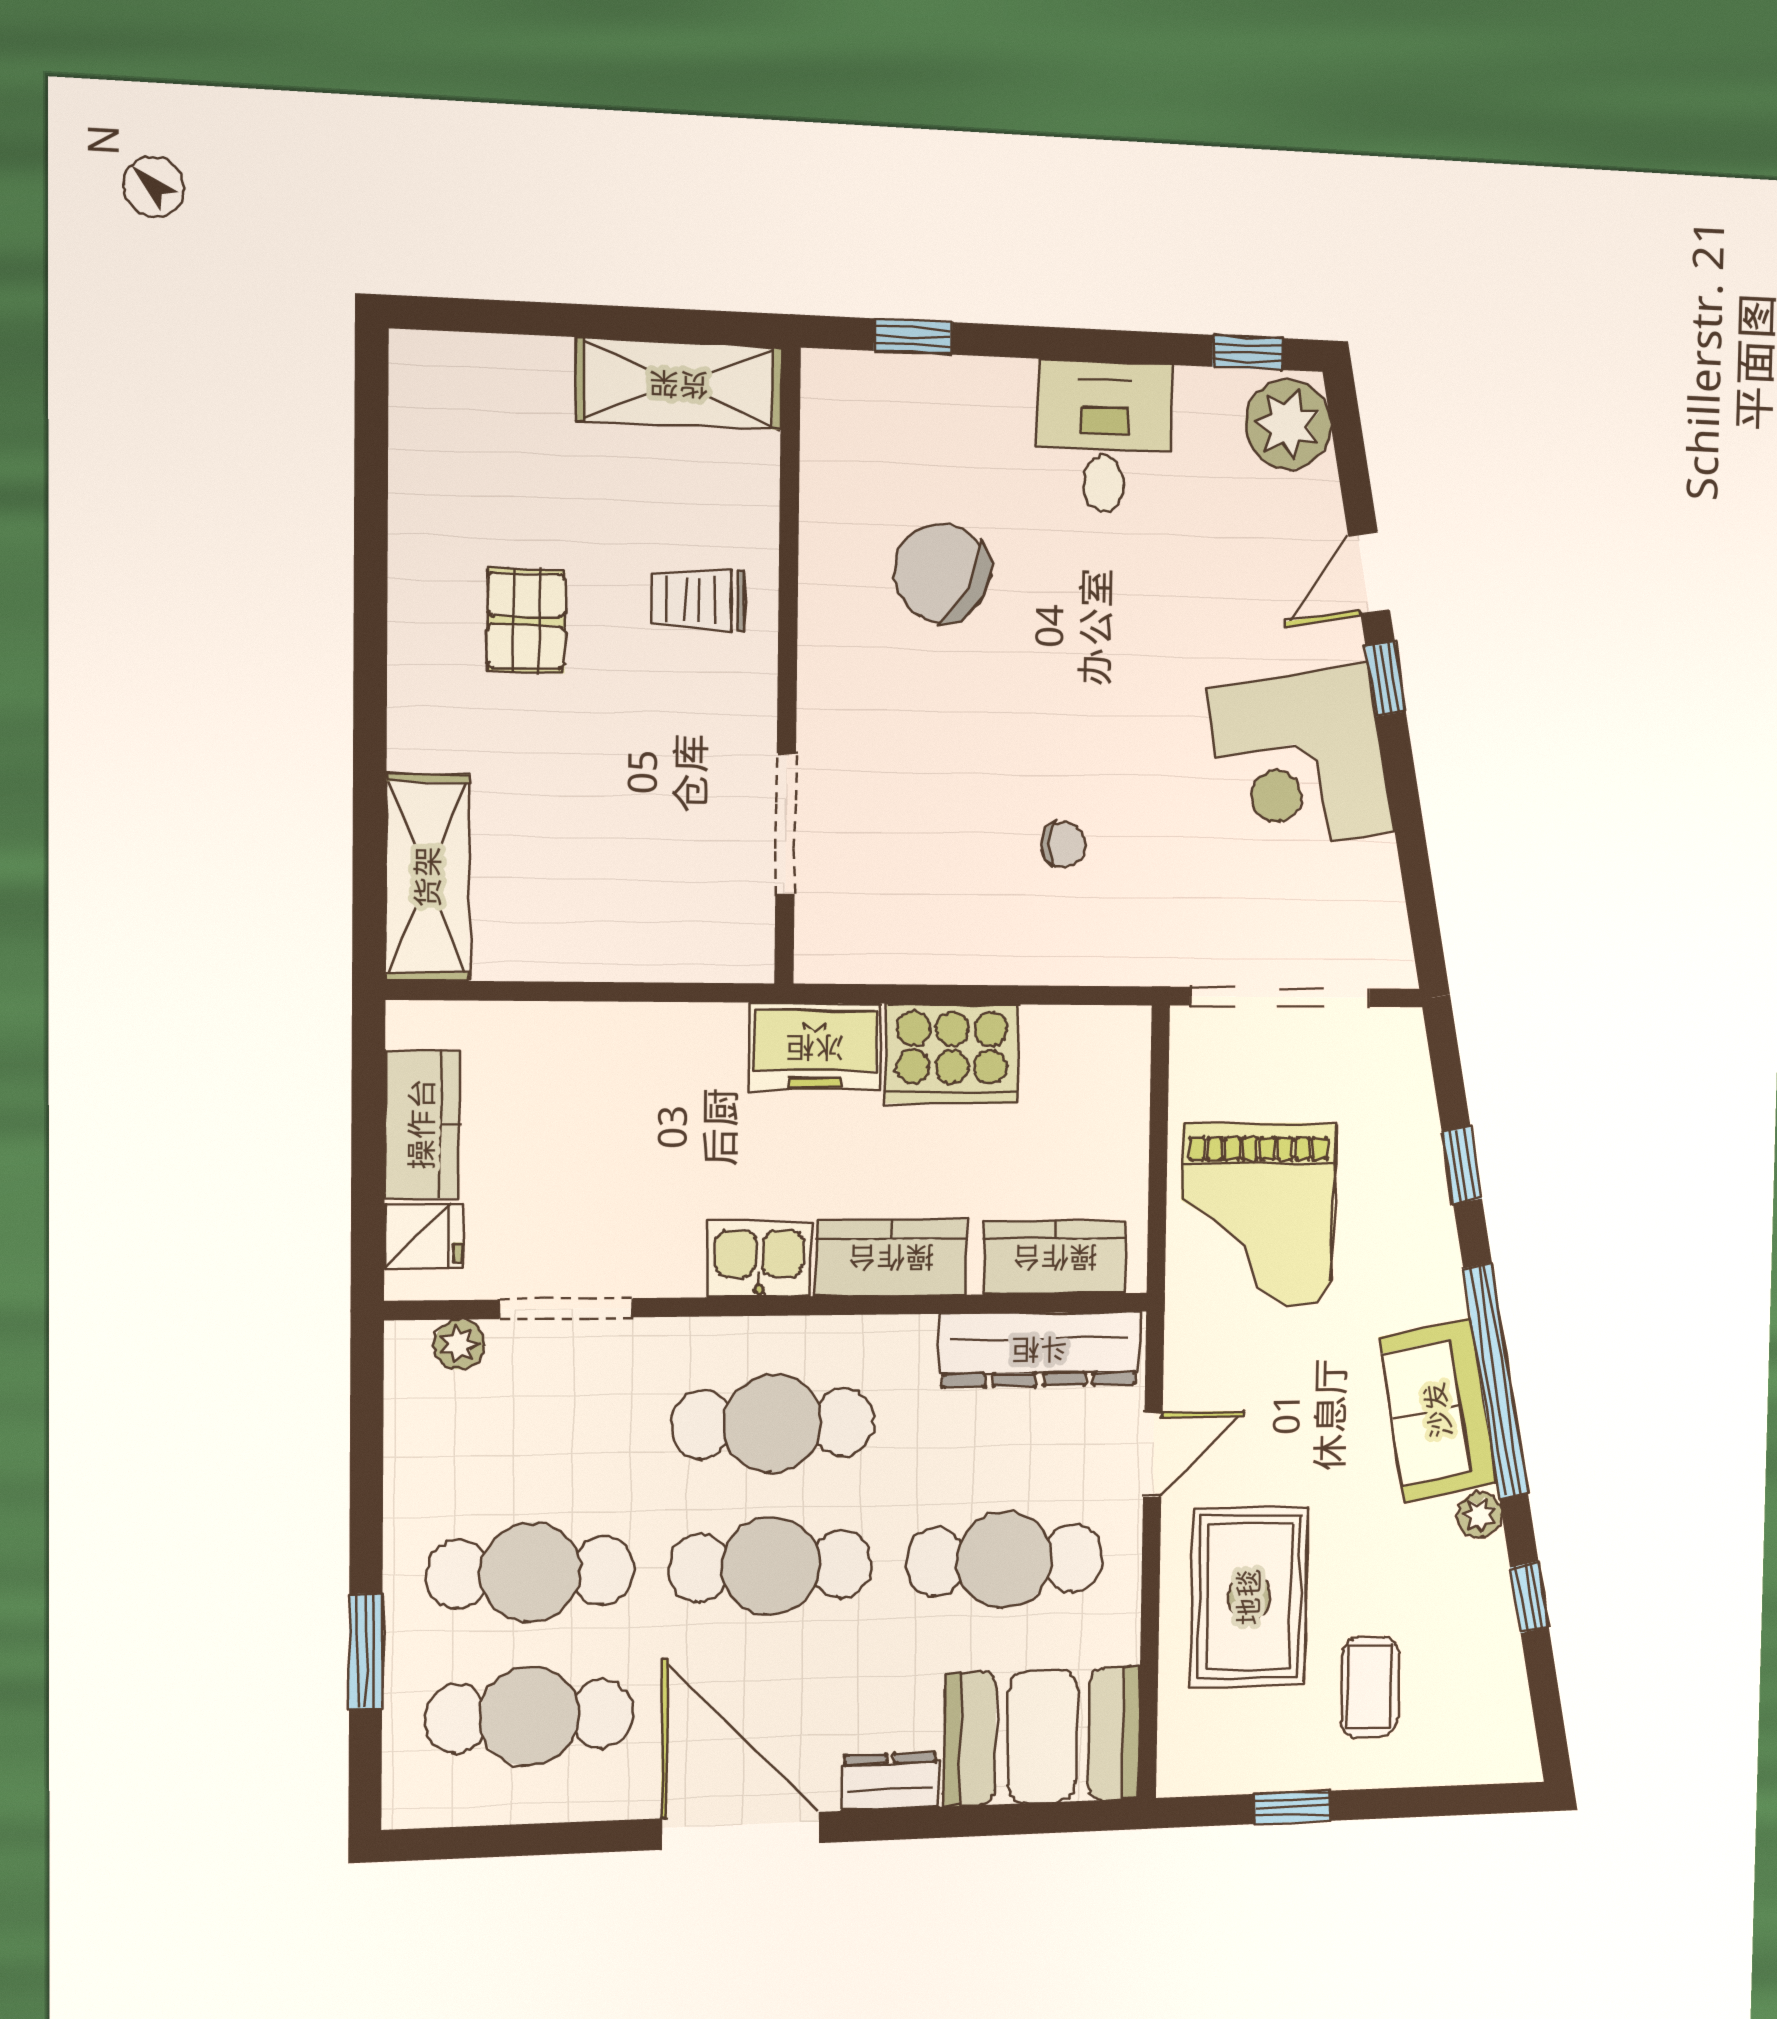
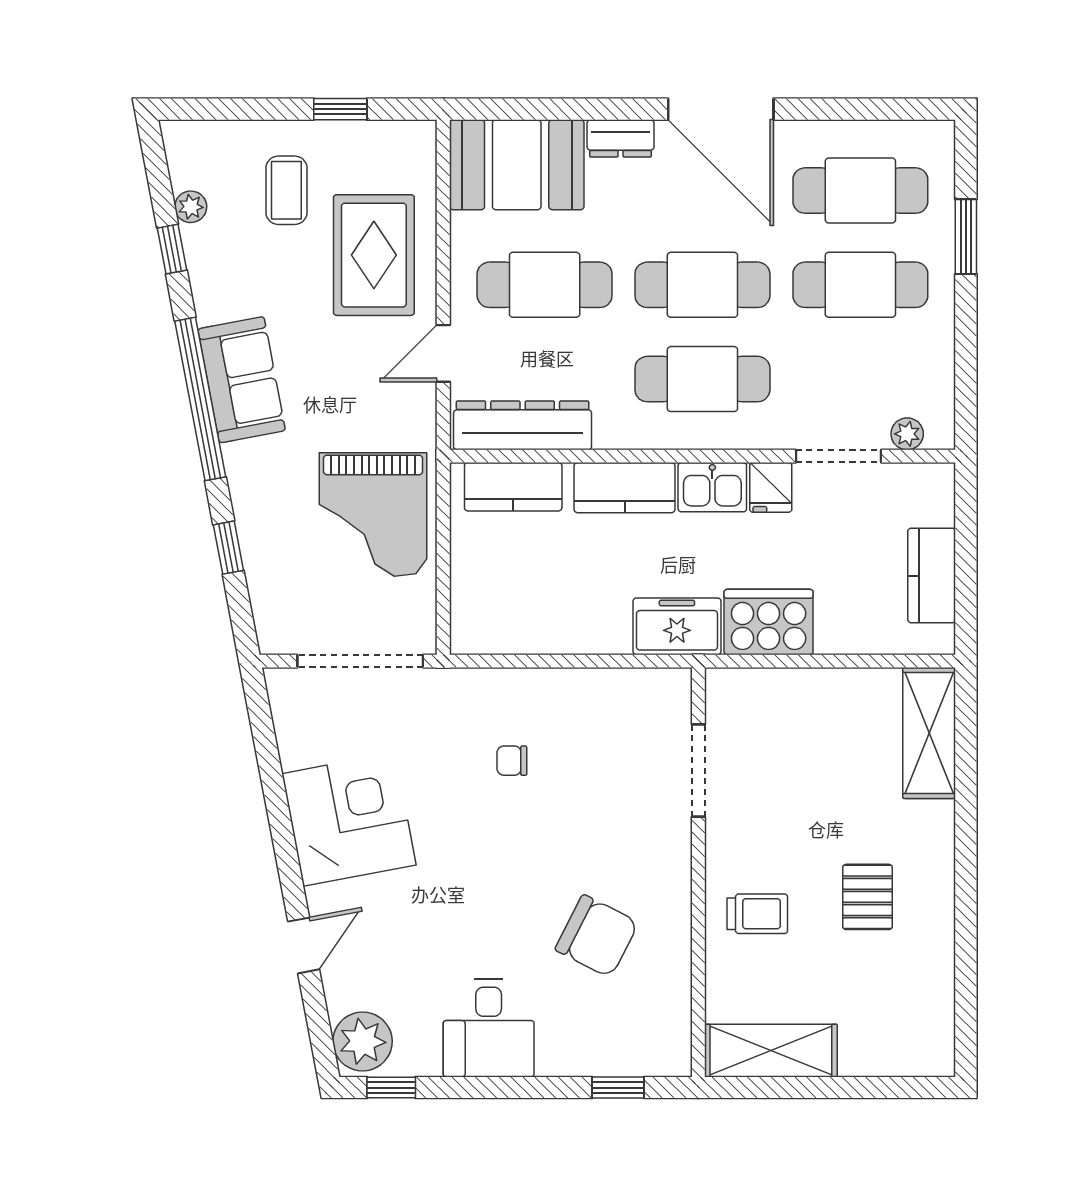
window: (1386, 679) -> (290, 875), removed
cooker: (952, 1054) -> (769, 622), moved
grand piano: (1258, 1215) -> (373, 515), turned 180
fridge: (423, 1236) -> (771, 487), moved, turned -90
plant: (1480, 1515) -> (191, 207), moved

